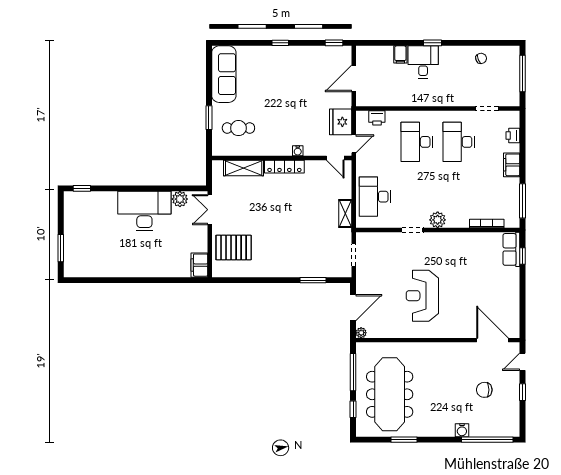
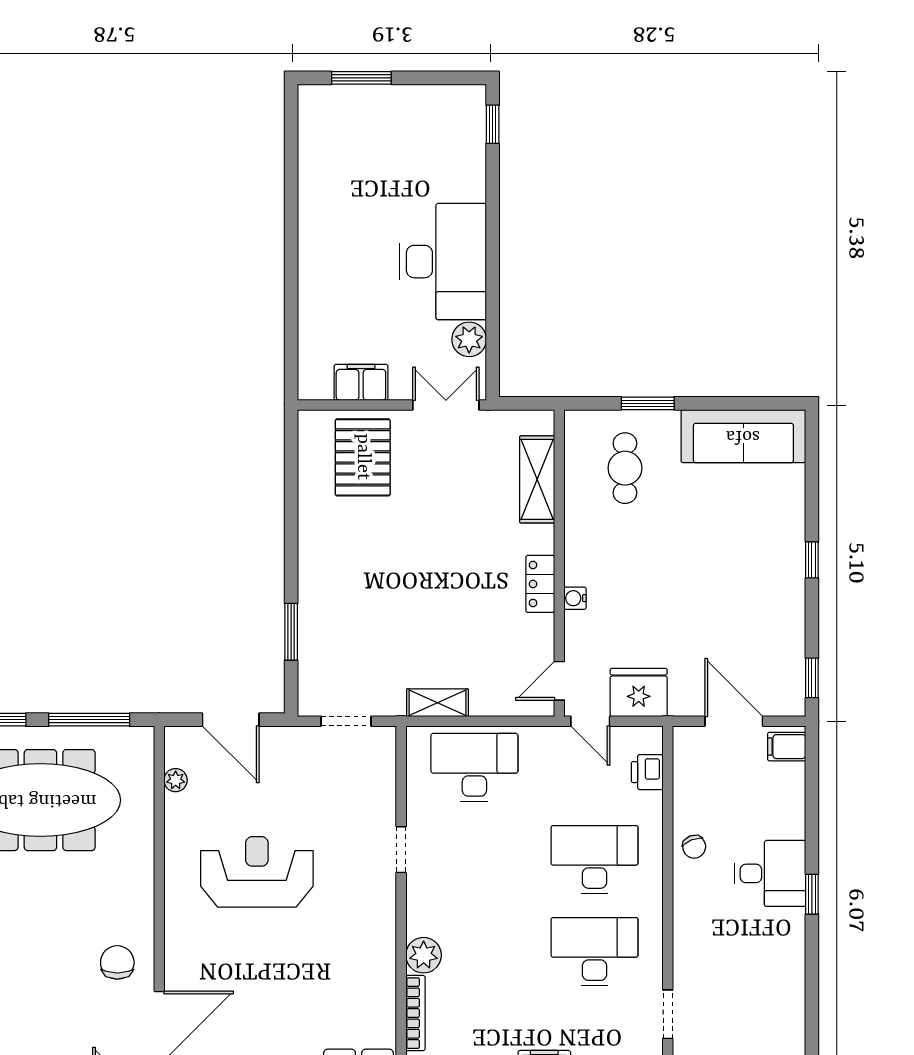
filing cabinet: (400, 54) -> (787, 747), moved
chair: (481, 58) -> (694, 847), moved
locker: (284, 167) -> (540, 584), width x0.66
plant: (438, 220) -> (424, 955), moved
filing cabinet: (199, 265) -> (361, 382), moved
plant: (361, 333) -> (176, 780), moved
chair: (484, 390) -> (117, 962), moved

